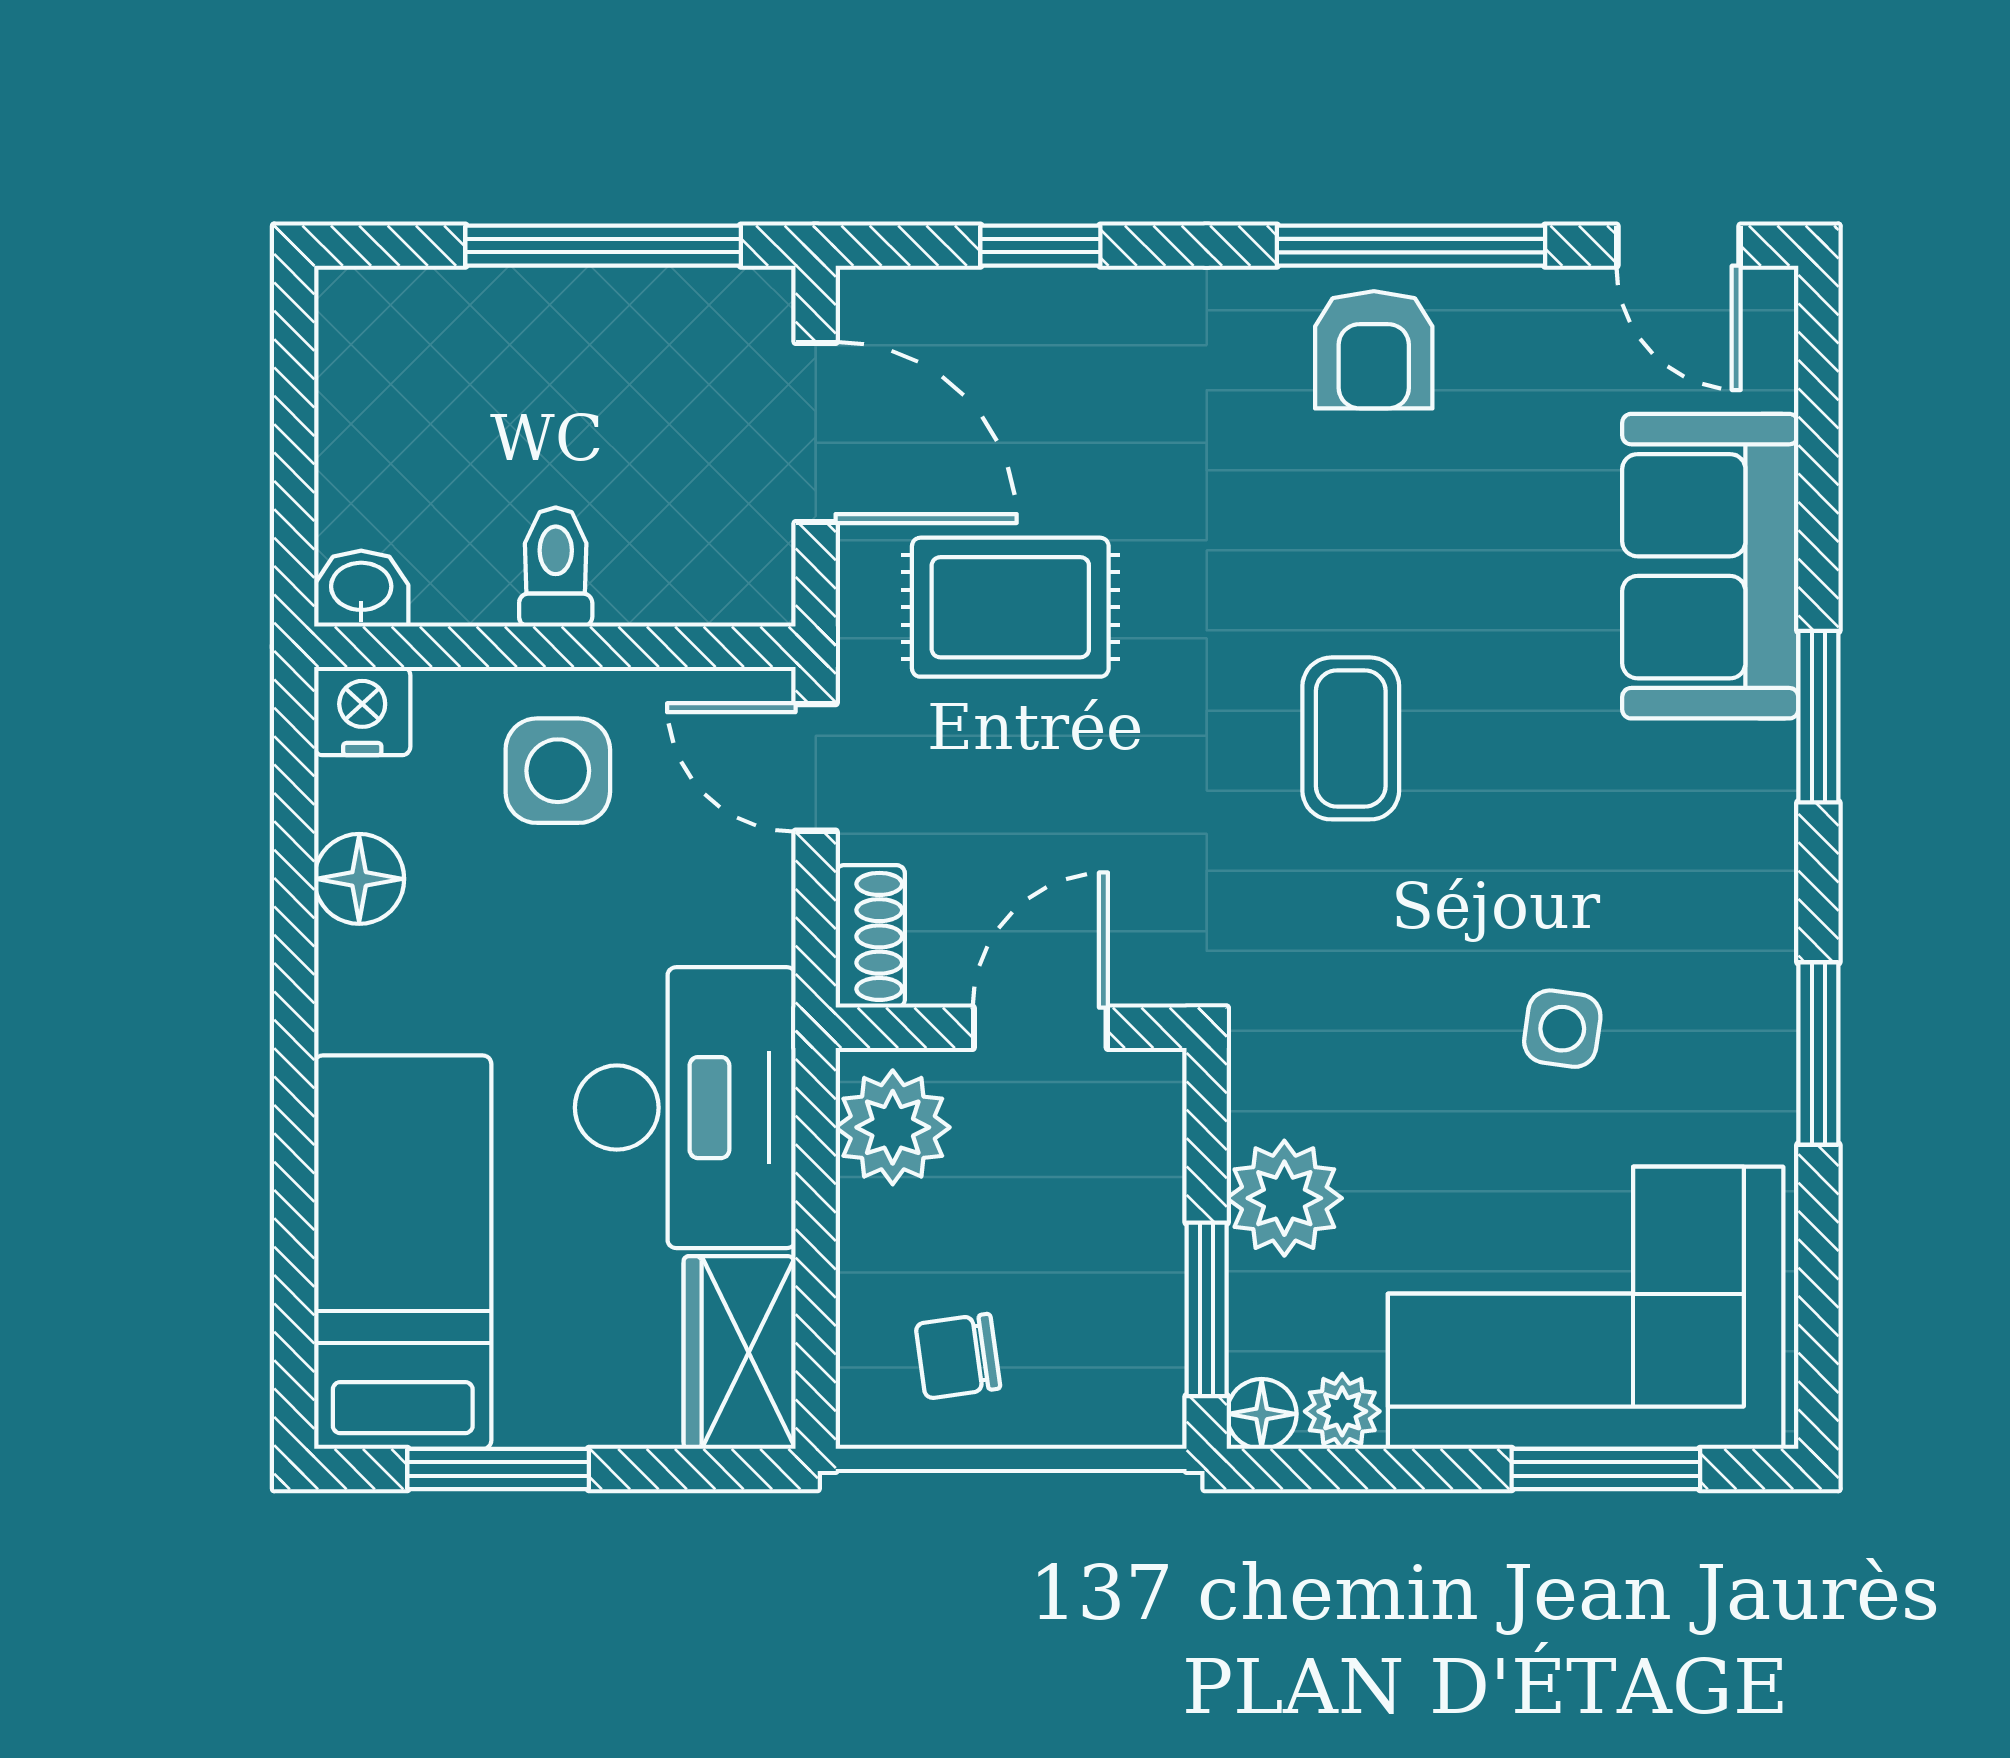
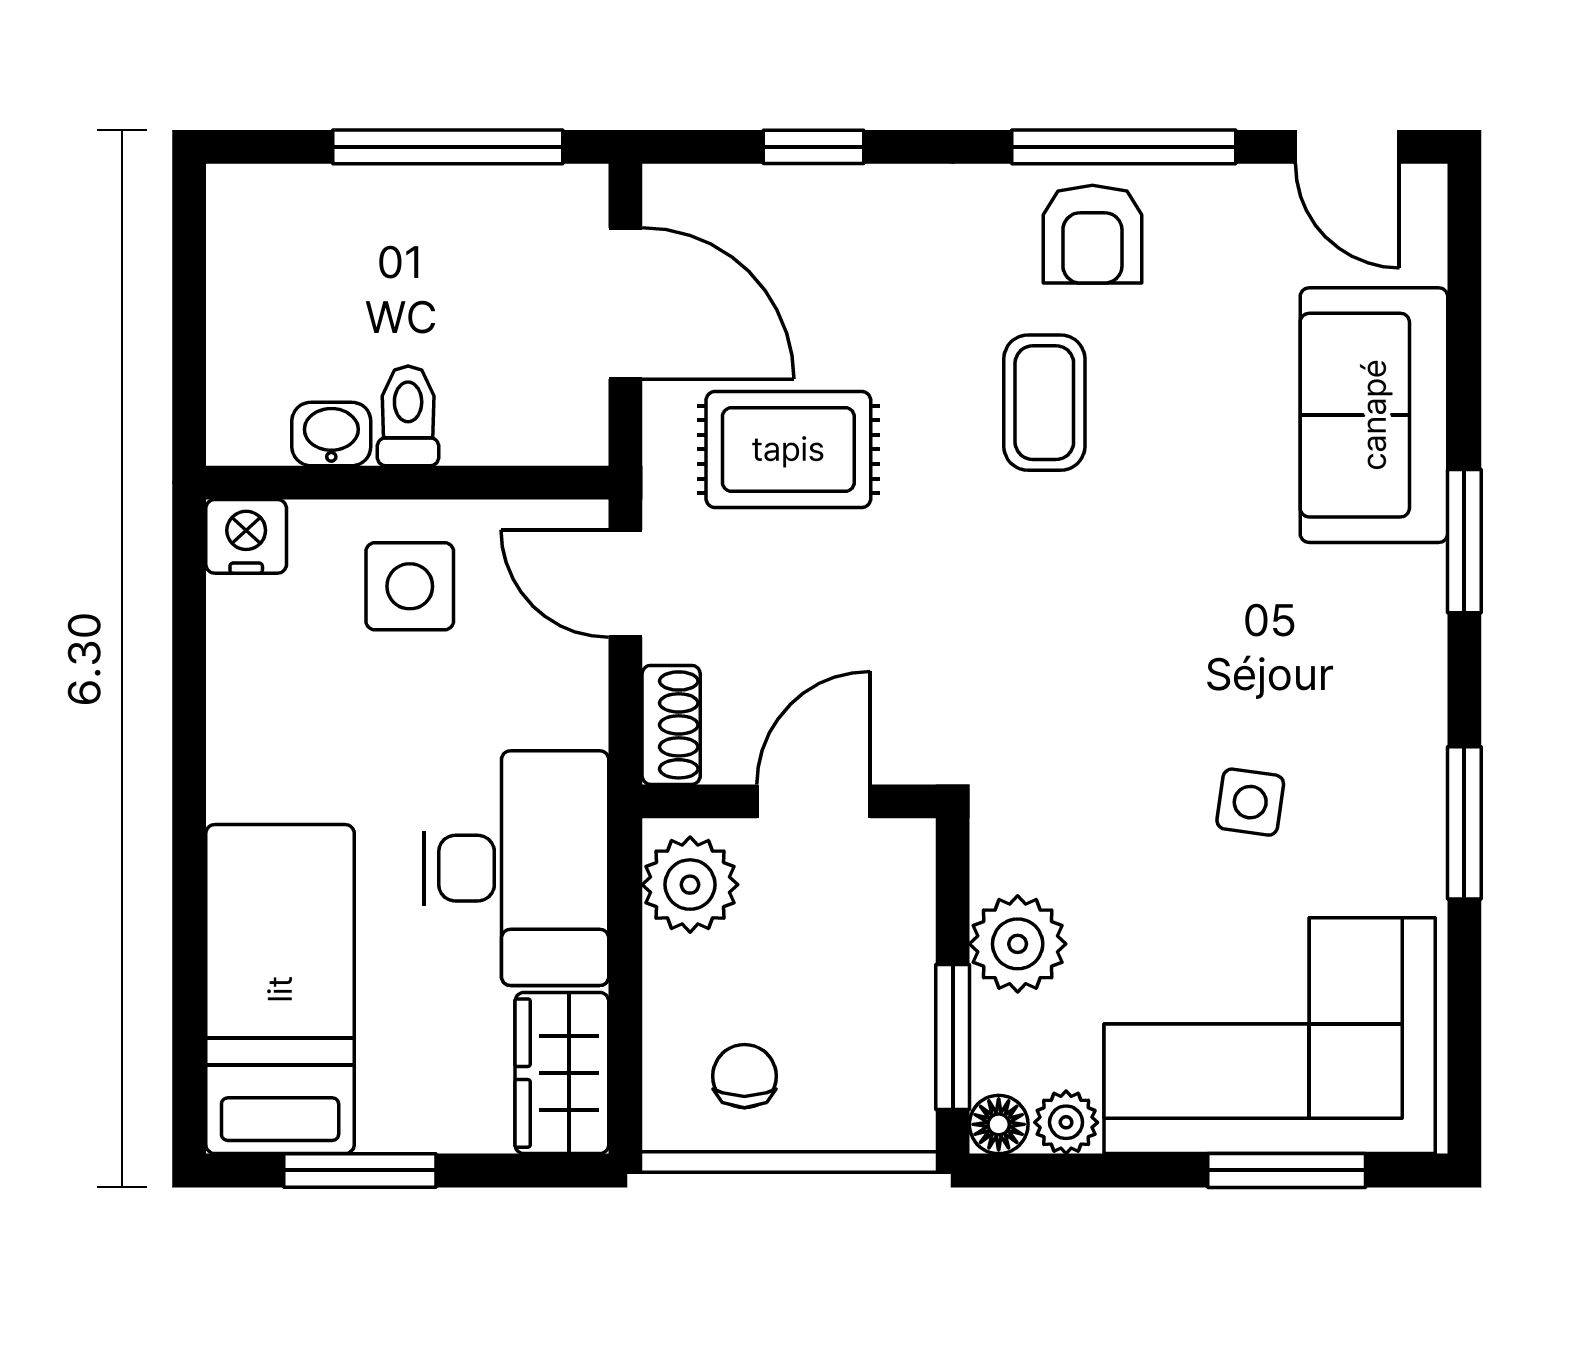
washbasin: (361, 589) -> (331, 434), moved
coffee table: (1351, 738) -> (1044, 403), moved
floor lamp: (359, 879) -> (244, 677), removed
chair: (958, 1356) -> (744, 1076), turned 98

